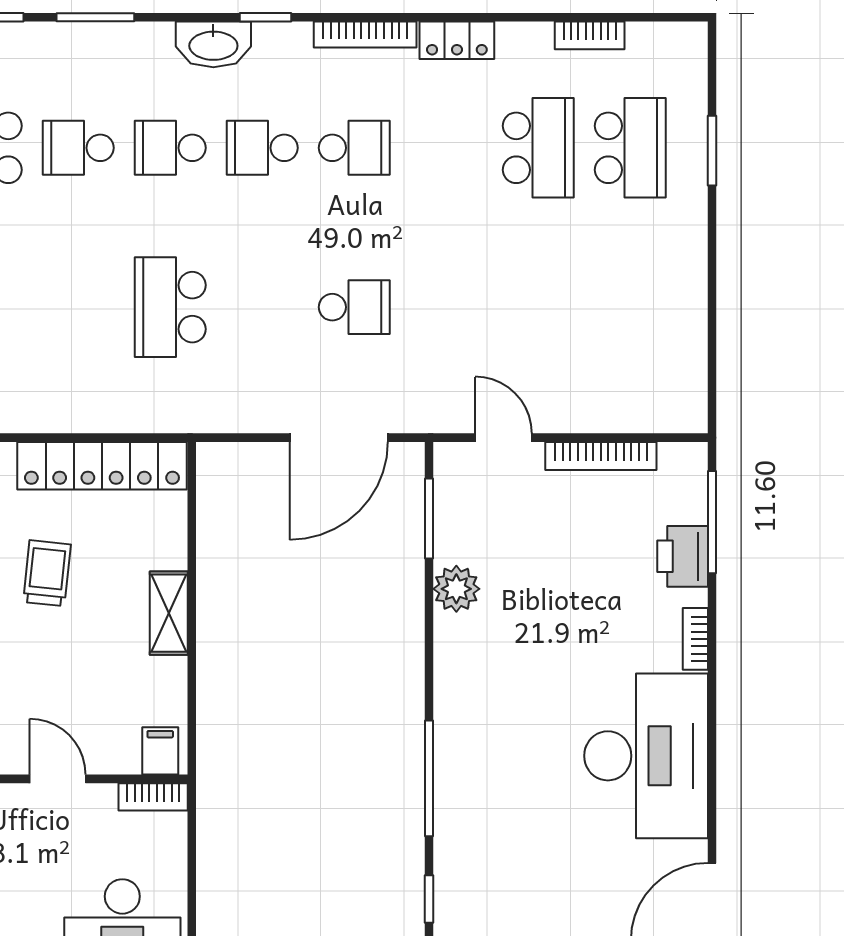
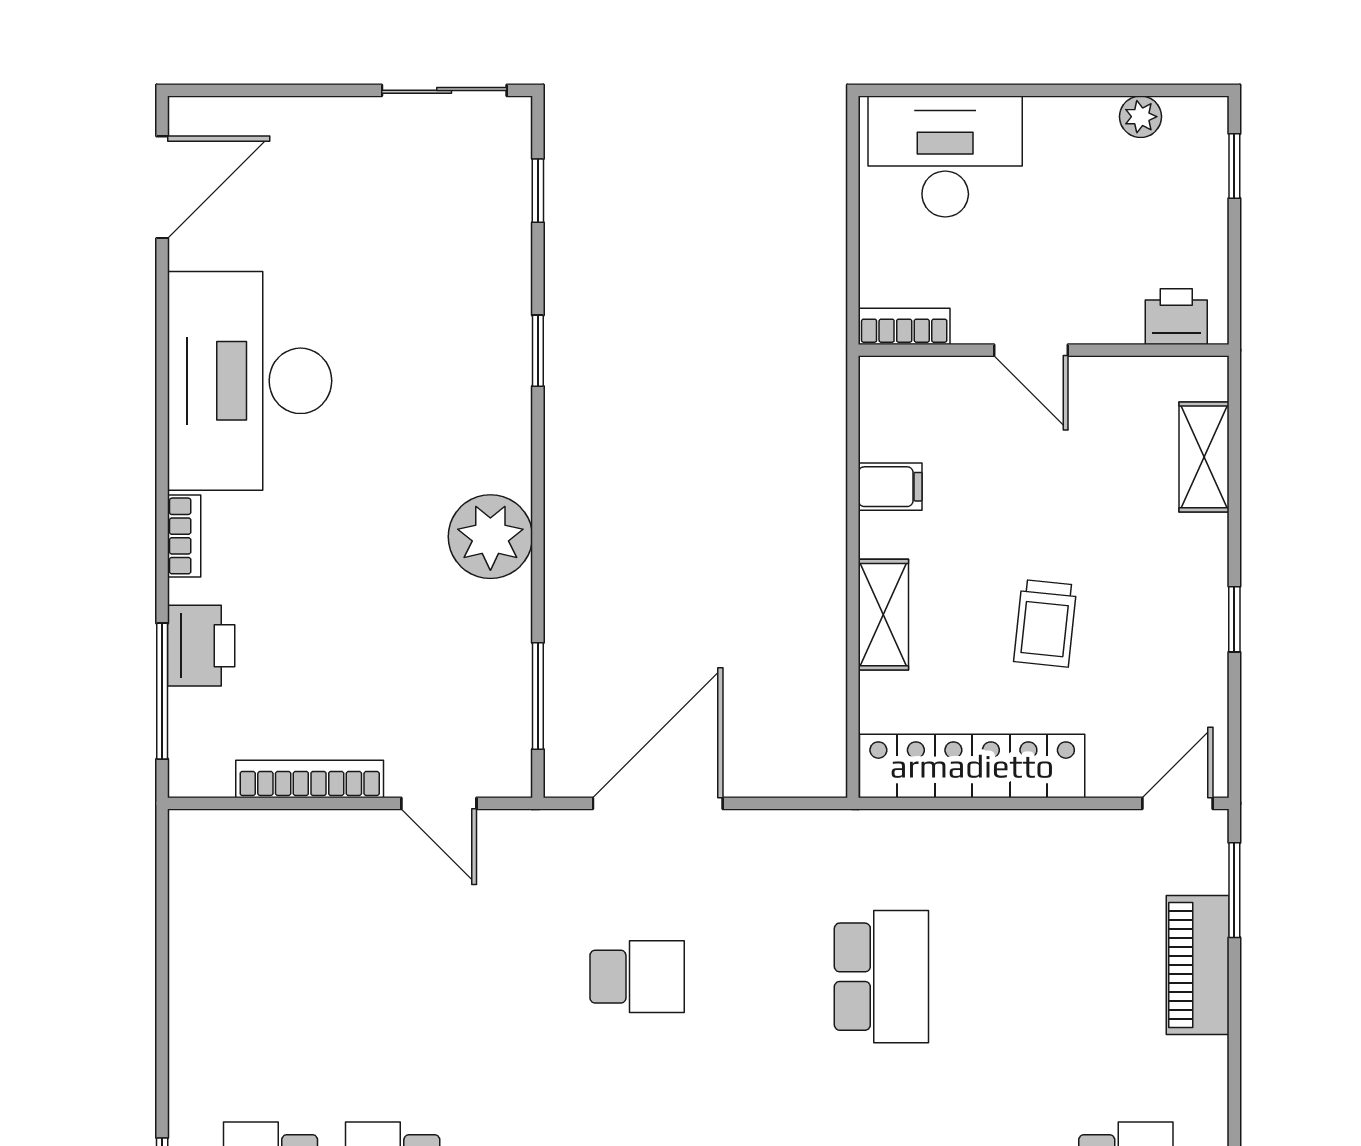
school desk: (354, 307) -> (637, 977), turned 180
plant: (456, 589) -> (490, 537), moved, width x1.36, depth x1.36
shelving: (169, 613) -> (883, 615), moved
filing cabinet: (160, 751) -> (890, 487), moved, turned -90
window: (429, 778) -> (538, 351), width x0.46

